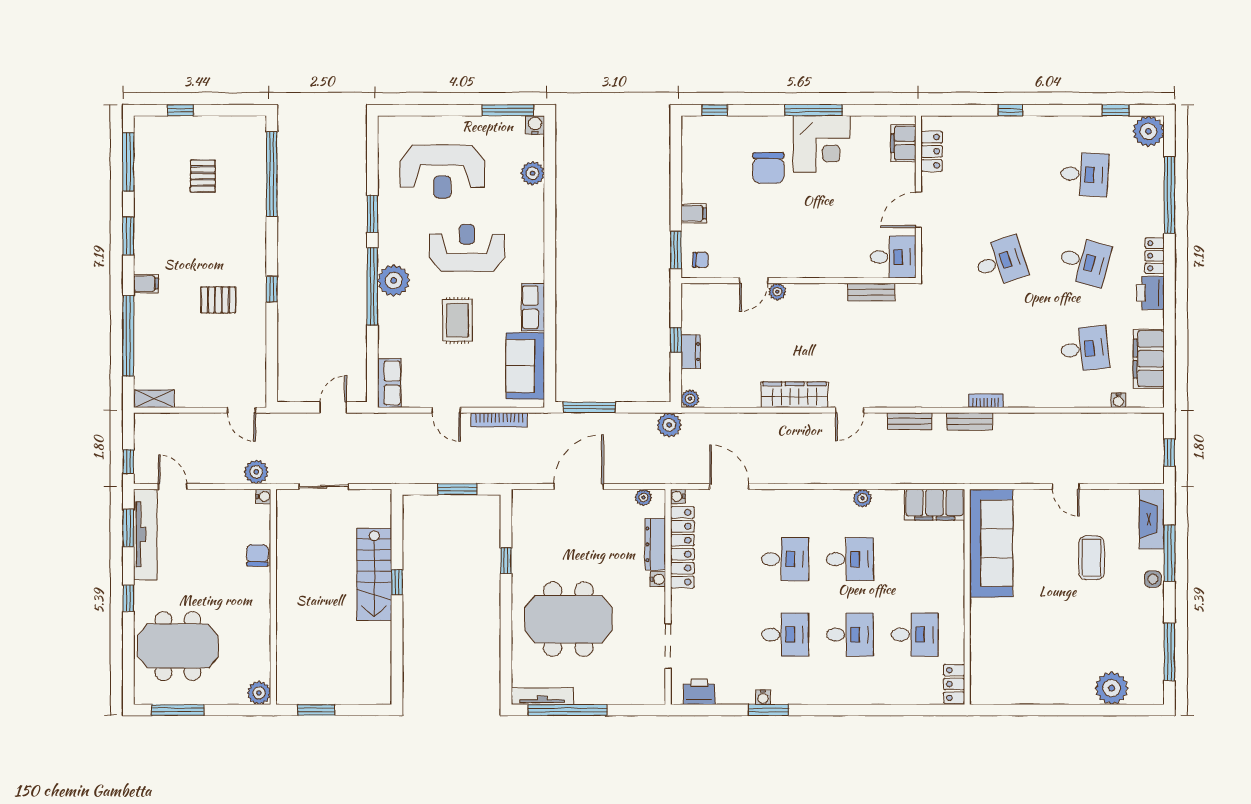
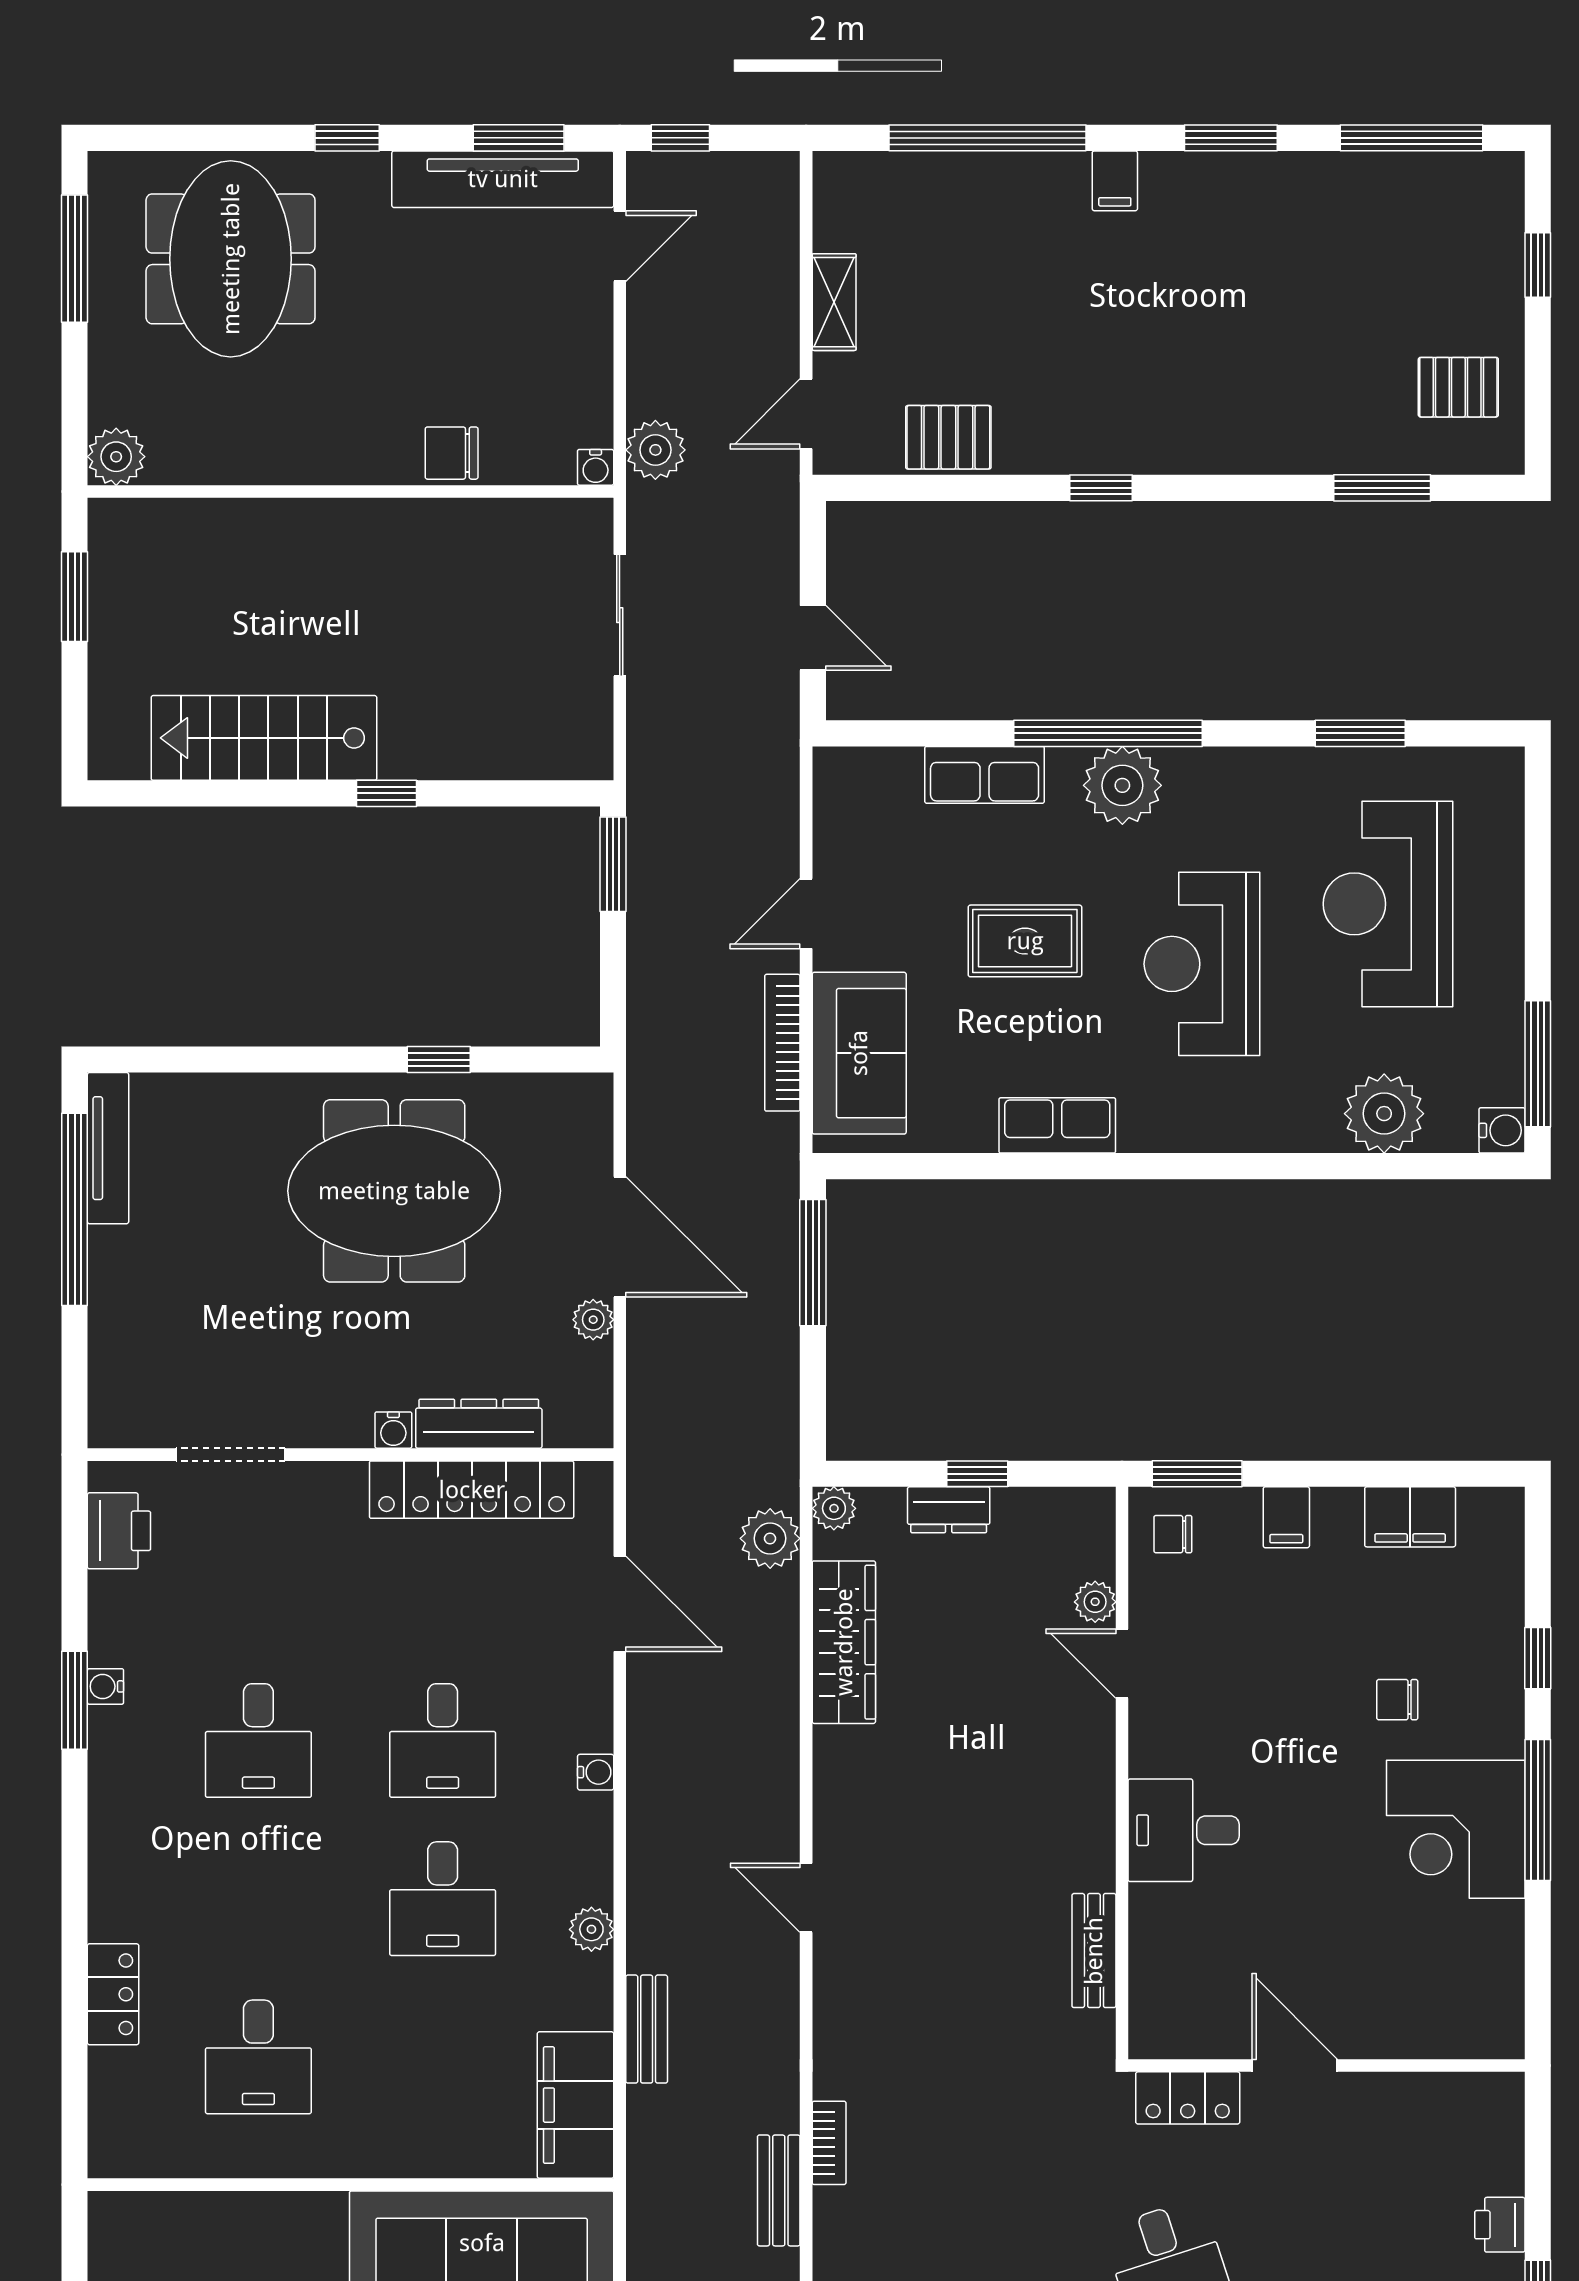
window: (715, 110) -> (1538, 1658), moved
printer: (984, 126) -> (1500, 2225), added
filing cabinet: (903, 143) -> (1410, 1517), moved, turned 180
locker: (932, 151) -> (1188, 2098), moved
chair: (768, 168) -> (1397, 1700), width x0.54, depth x0.54
plant: (533, 173) -> (1384, 1114), width x1.36, depth x1.36
window: (272, 174) -> (1382, 488), width x0.47
pallet: (203, 176) -> (1458, 387), moved
window: (372, 214) -> (1360, 733), moved
reception desk: (467, 248) -> (1202, 964), turned 180
desk: (893, 257) -> (1184, 1830), moved, turned 90
chair: (701, 260) -> (1173, 1534), turned 90
plant: (777, 292) -> (1095, 1602), moved
pallet: (218, 300) -> (948, 437), moved, turned 90
sofa: (525, 366) -> (859, 1053), moved, turned 90
row of seats: (389, 383) -> (985, 775), moved
wardrobe: (795, 395) -> (844, 1642), moved
shelving: (154, 399) -> (834, 302), moved
bookcase: (986, 401) -> (829, 2143), moved
bench: (910, 421) -> (647, 2029), moved
plant: (669, 425) -> (770, 1538), moved
door: (729, 487) -> (620, 1604), hinge flipped
window: (457, 489) -> (613, 864), moved
water cooler: (678, 496) -> (596, 1772), moved, turned 90
plant: (643, 497) -> (593, 1320), moved
chair: (257, 555) -> (452, 453), turned 180
stairs: (374, 574) -> (264, 738), moved
meeting table: (568, 619) -> (394, 1191), moved, turned 90
desk: (850, 635) -> (258, 1899), removed
locker: (954, 684) -> (113, 1994), moved, turned 90

